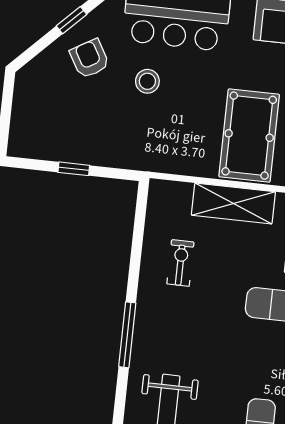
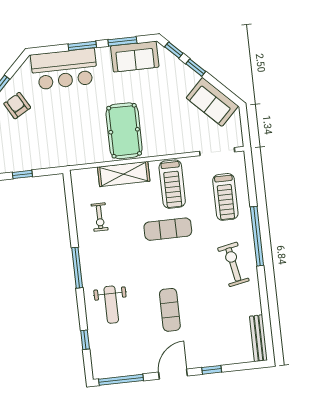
stool: (147, 81) -> (55, 112), removed
exercise bike: (180, 263) -> (100, 217), turned 180

